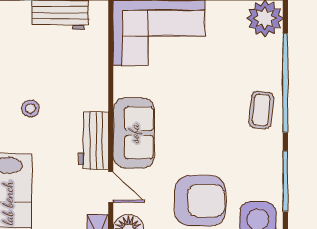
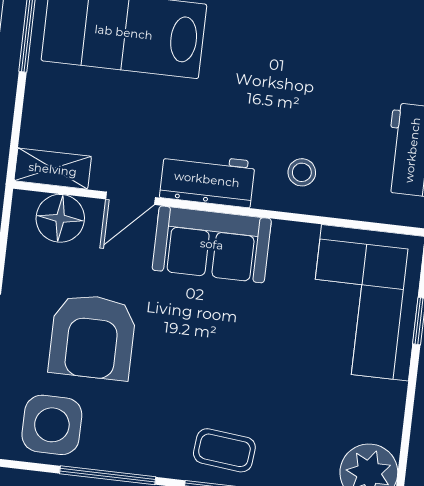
stool: (30, 108) -> (302, 172), moved

